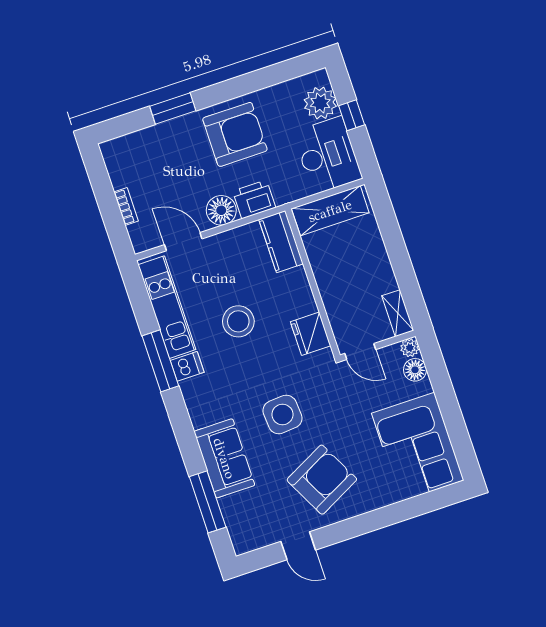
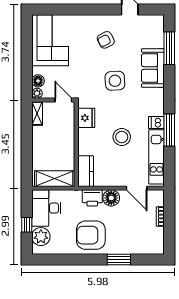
armchair: (322, 480) -> (106, 40), width x0.53, depth x0.53

